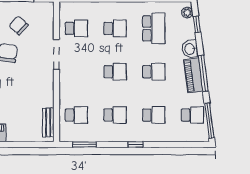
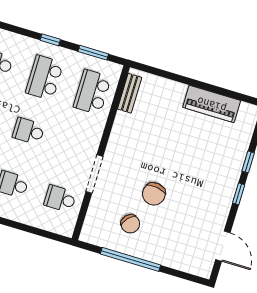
school desk: (76, 115) -> (92, 92), width x1.85
school desk: (115, 115) -> (45, 78), width x1.85
window: (135, 144) -> (50, 40), moved

